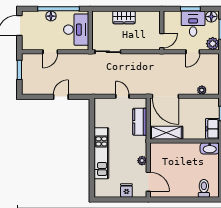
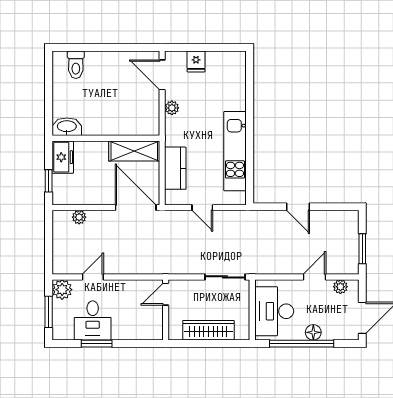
wardrobe: (124, 17) -> (208, 330), width x1.50
floor lamp: (211, 17) -> (64, 332), removed
wall: (162, 30) -> (166, 310), moved
door: (162, 41) -> (166, 294), moved
plant: (34, 45) -> (340, 287), added
door: (61, 97) -> (298, 207), hinge flipped
kitchen unit: (101, 153) -> (235, 151), moved

